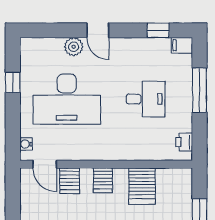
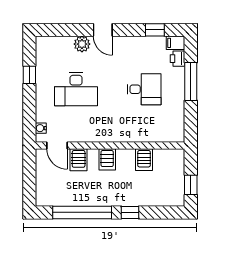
desk: (67, 99) -> (76, 89), width x0.73, depth x0.77
printer: (184, 142) -> (177, 59), moved
server rack: (142, 186) -> (144, 160), width x0.73, depth x0.70

